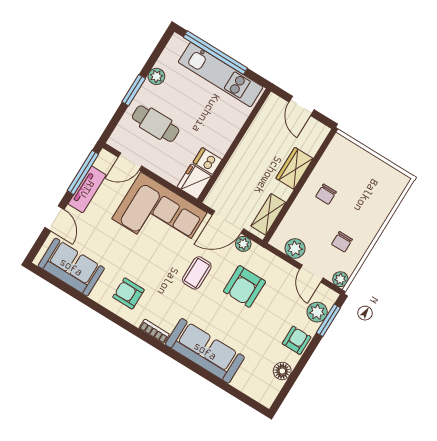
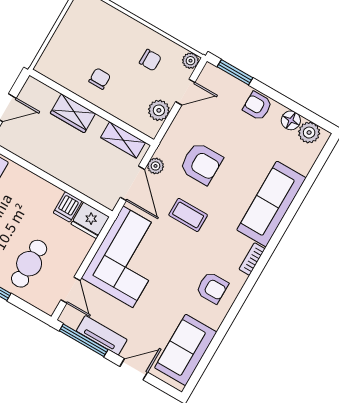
chair: (326, 194) -> (100, 79), turned -90
armchair: (128, 293) -> (212, 288), turned -90
plant: (317, 312) -> (309, 133), moved

